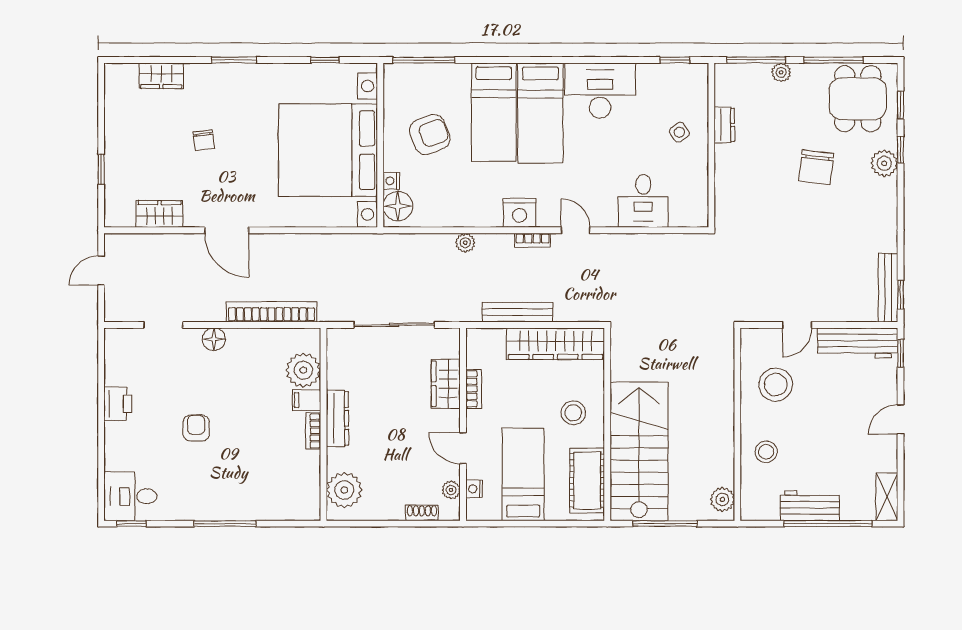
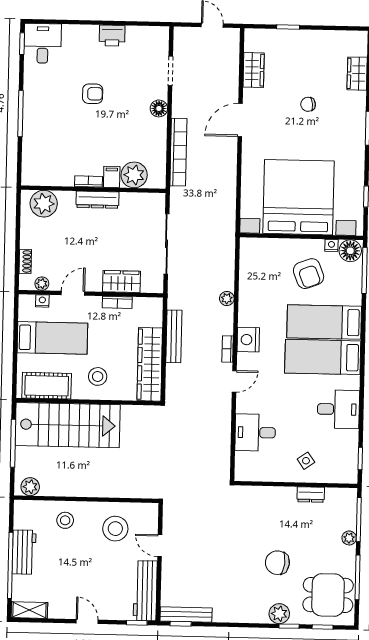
desk: (600, 91) -> (338, 409), width x0.73
nightstand: (391, 181) -> (331, 245), moved
floor lamp: (398, 206) -> (350, 251), moved

